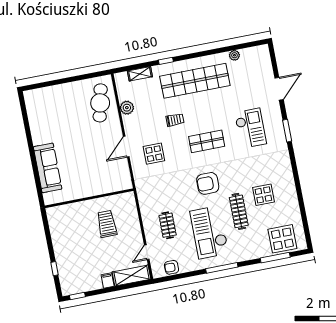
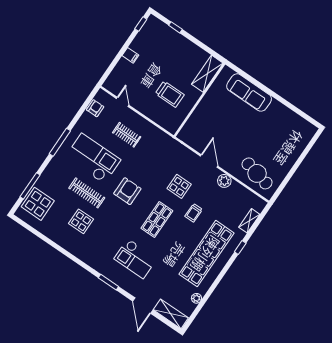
shelving: (264, 63) -> (171, 314), added
plant: (127, 108) -> (224, 181), moved
display table: (154, 154) -> (179, 186), moved
shelving: (131, 276) -> (207, 74), moved

